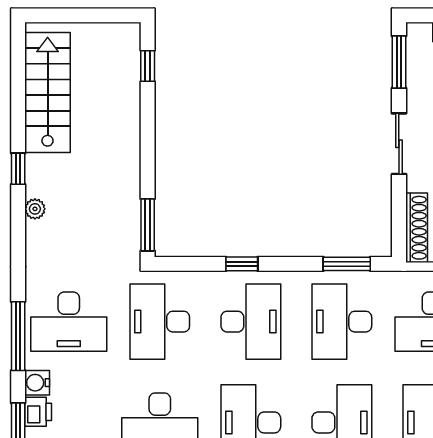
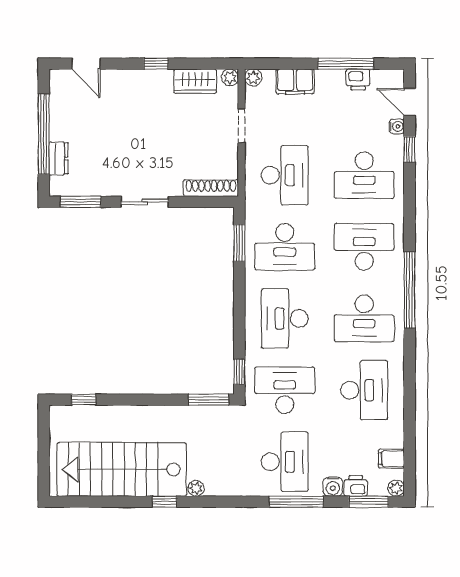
stairs: (48, 93) -> (122, 469), width x1.36, depth x1.51
window: (242, 264) -> (239, 372), moved
desk: (160, 322) -> (285, 390), turned 180
desk: (251, 322) -> (285, 318), turned -90

